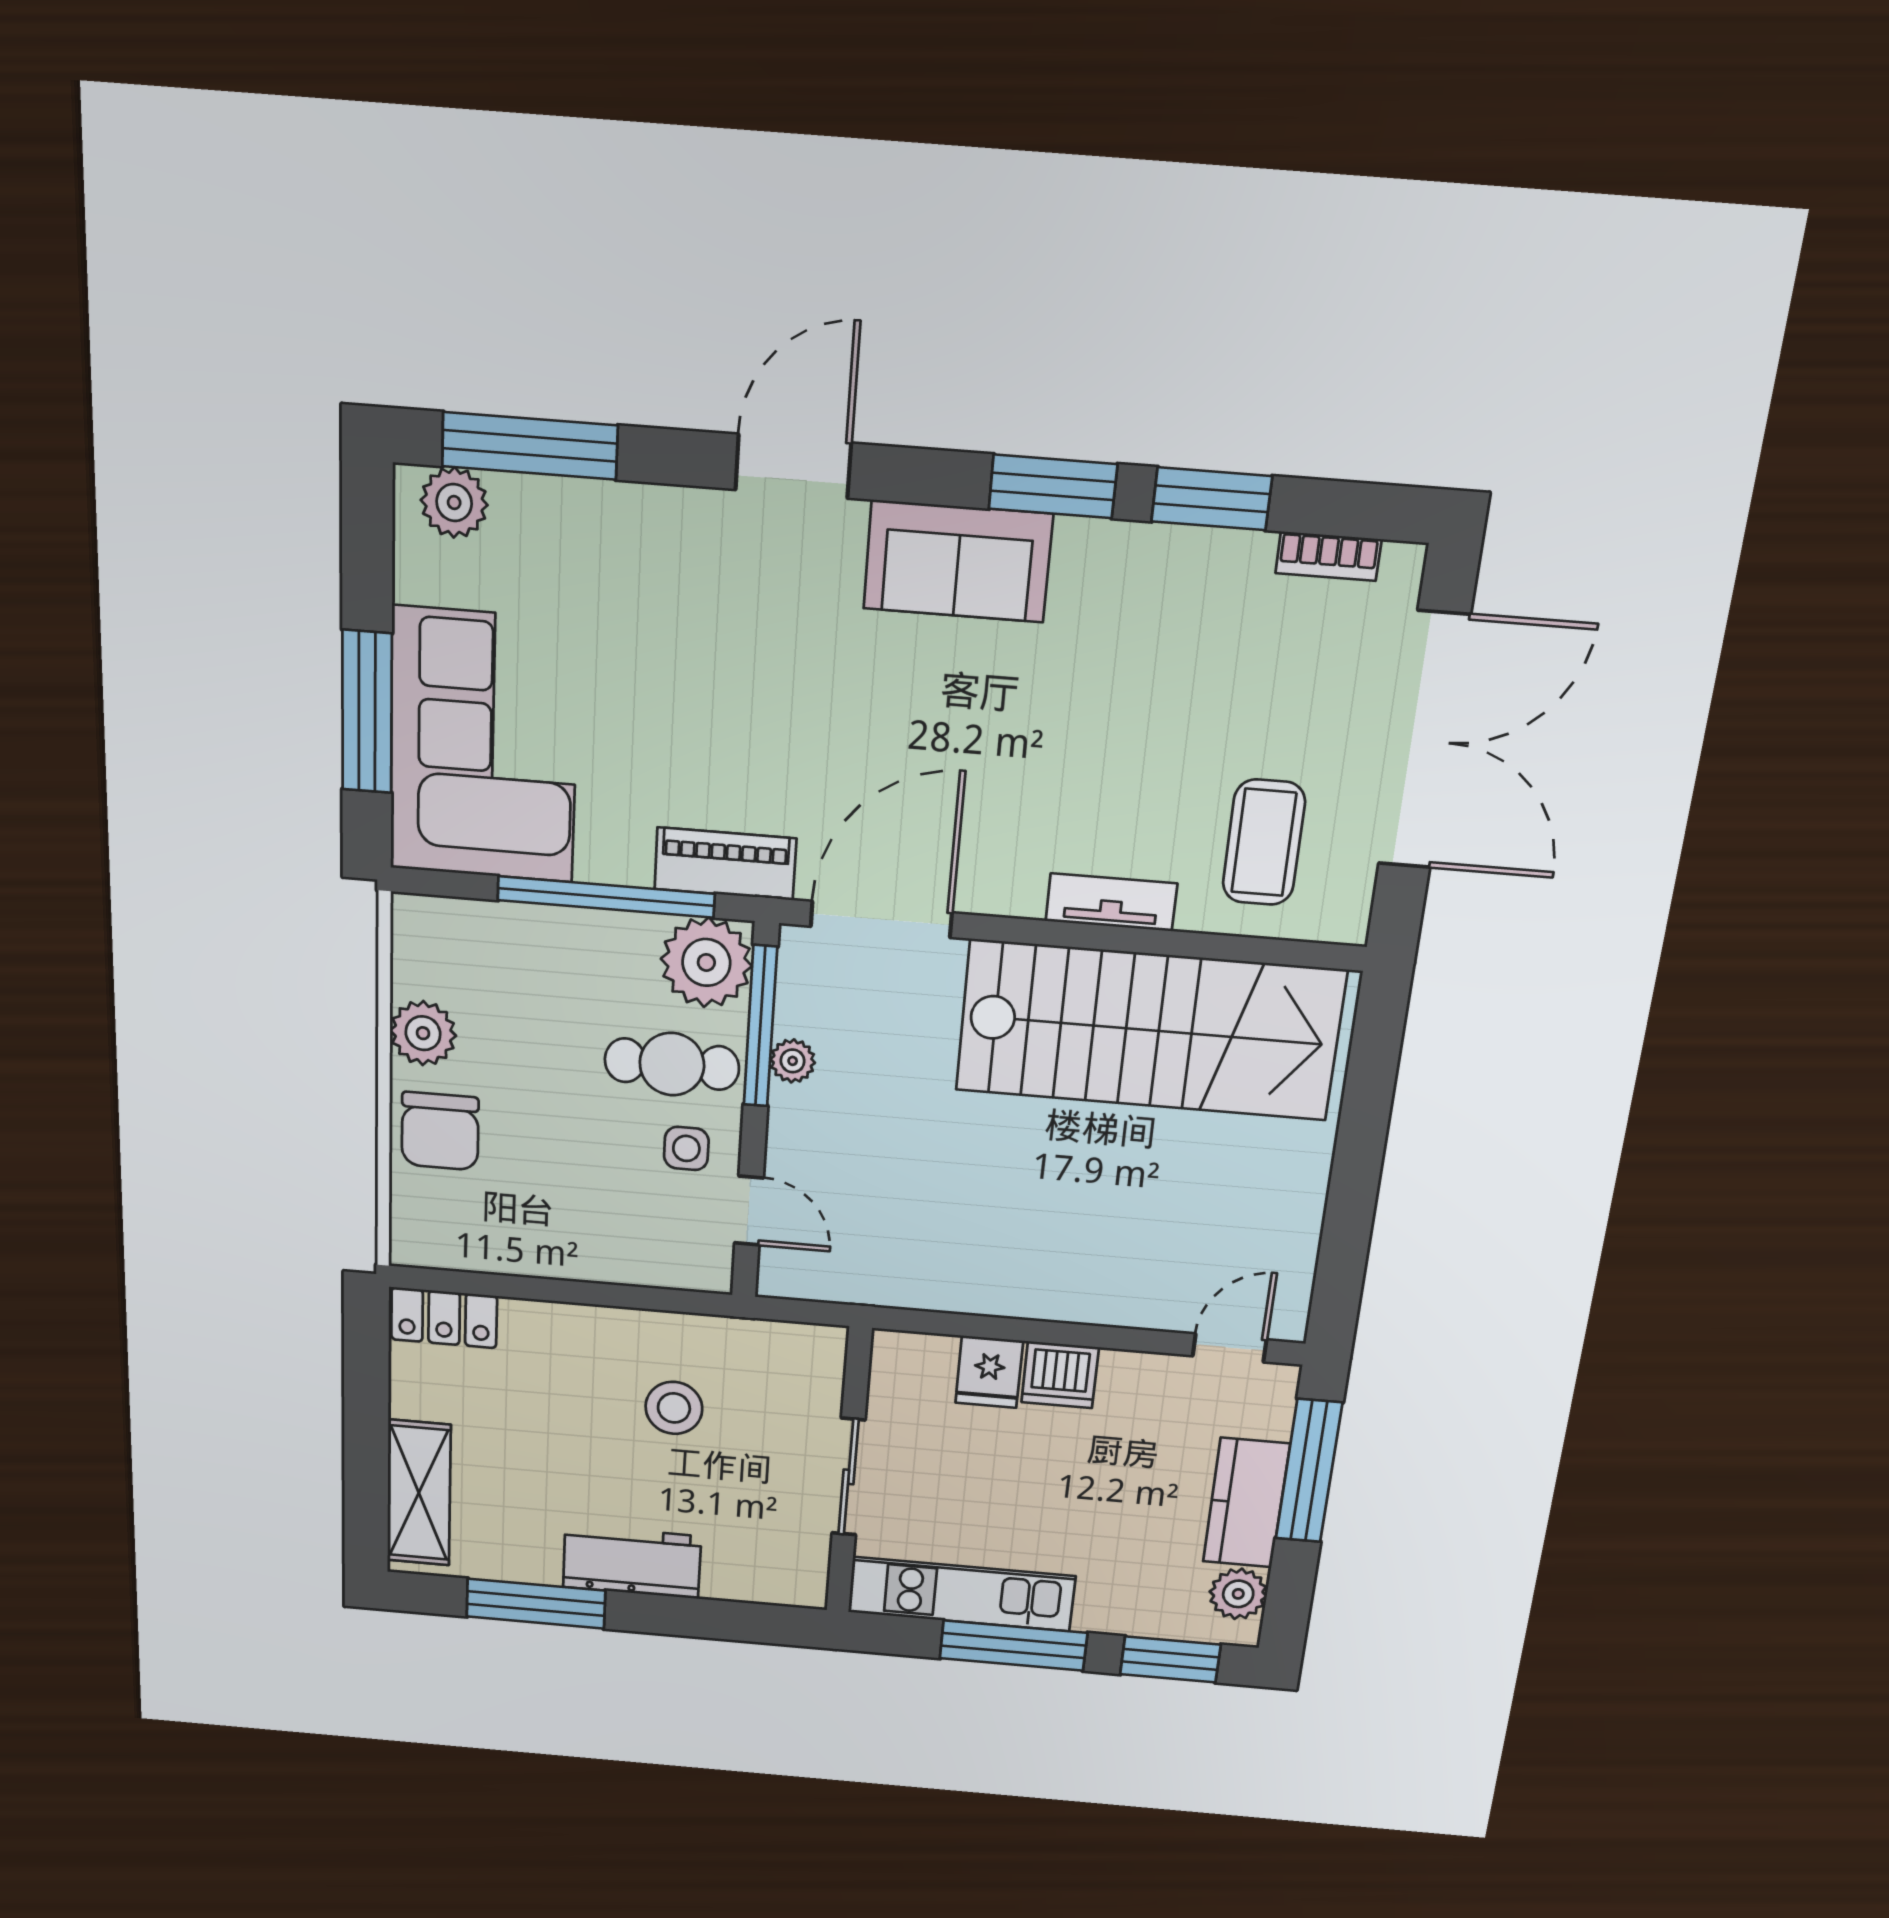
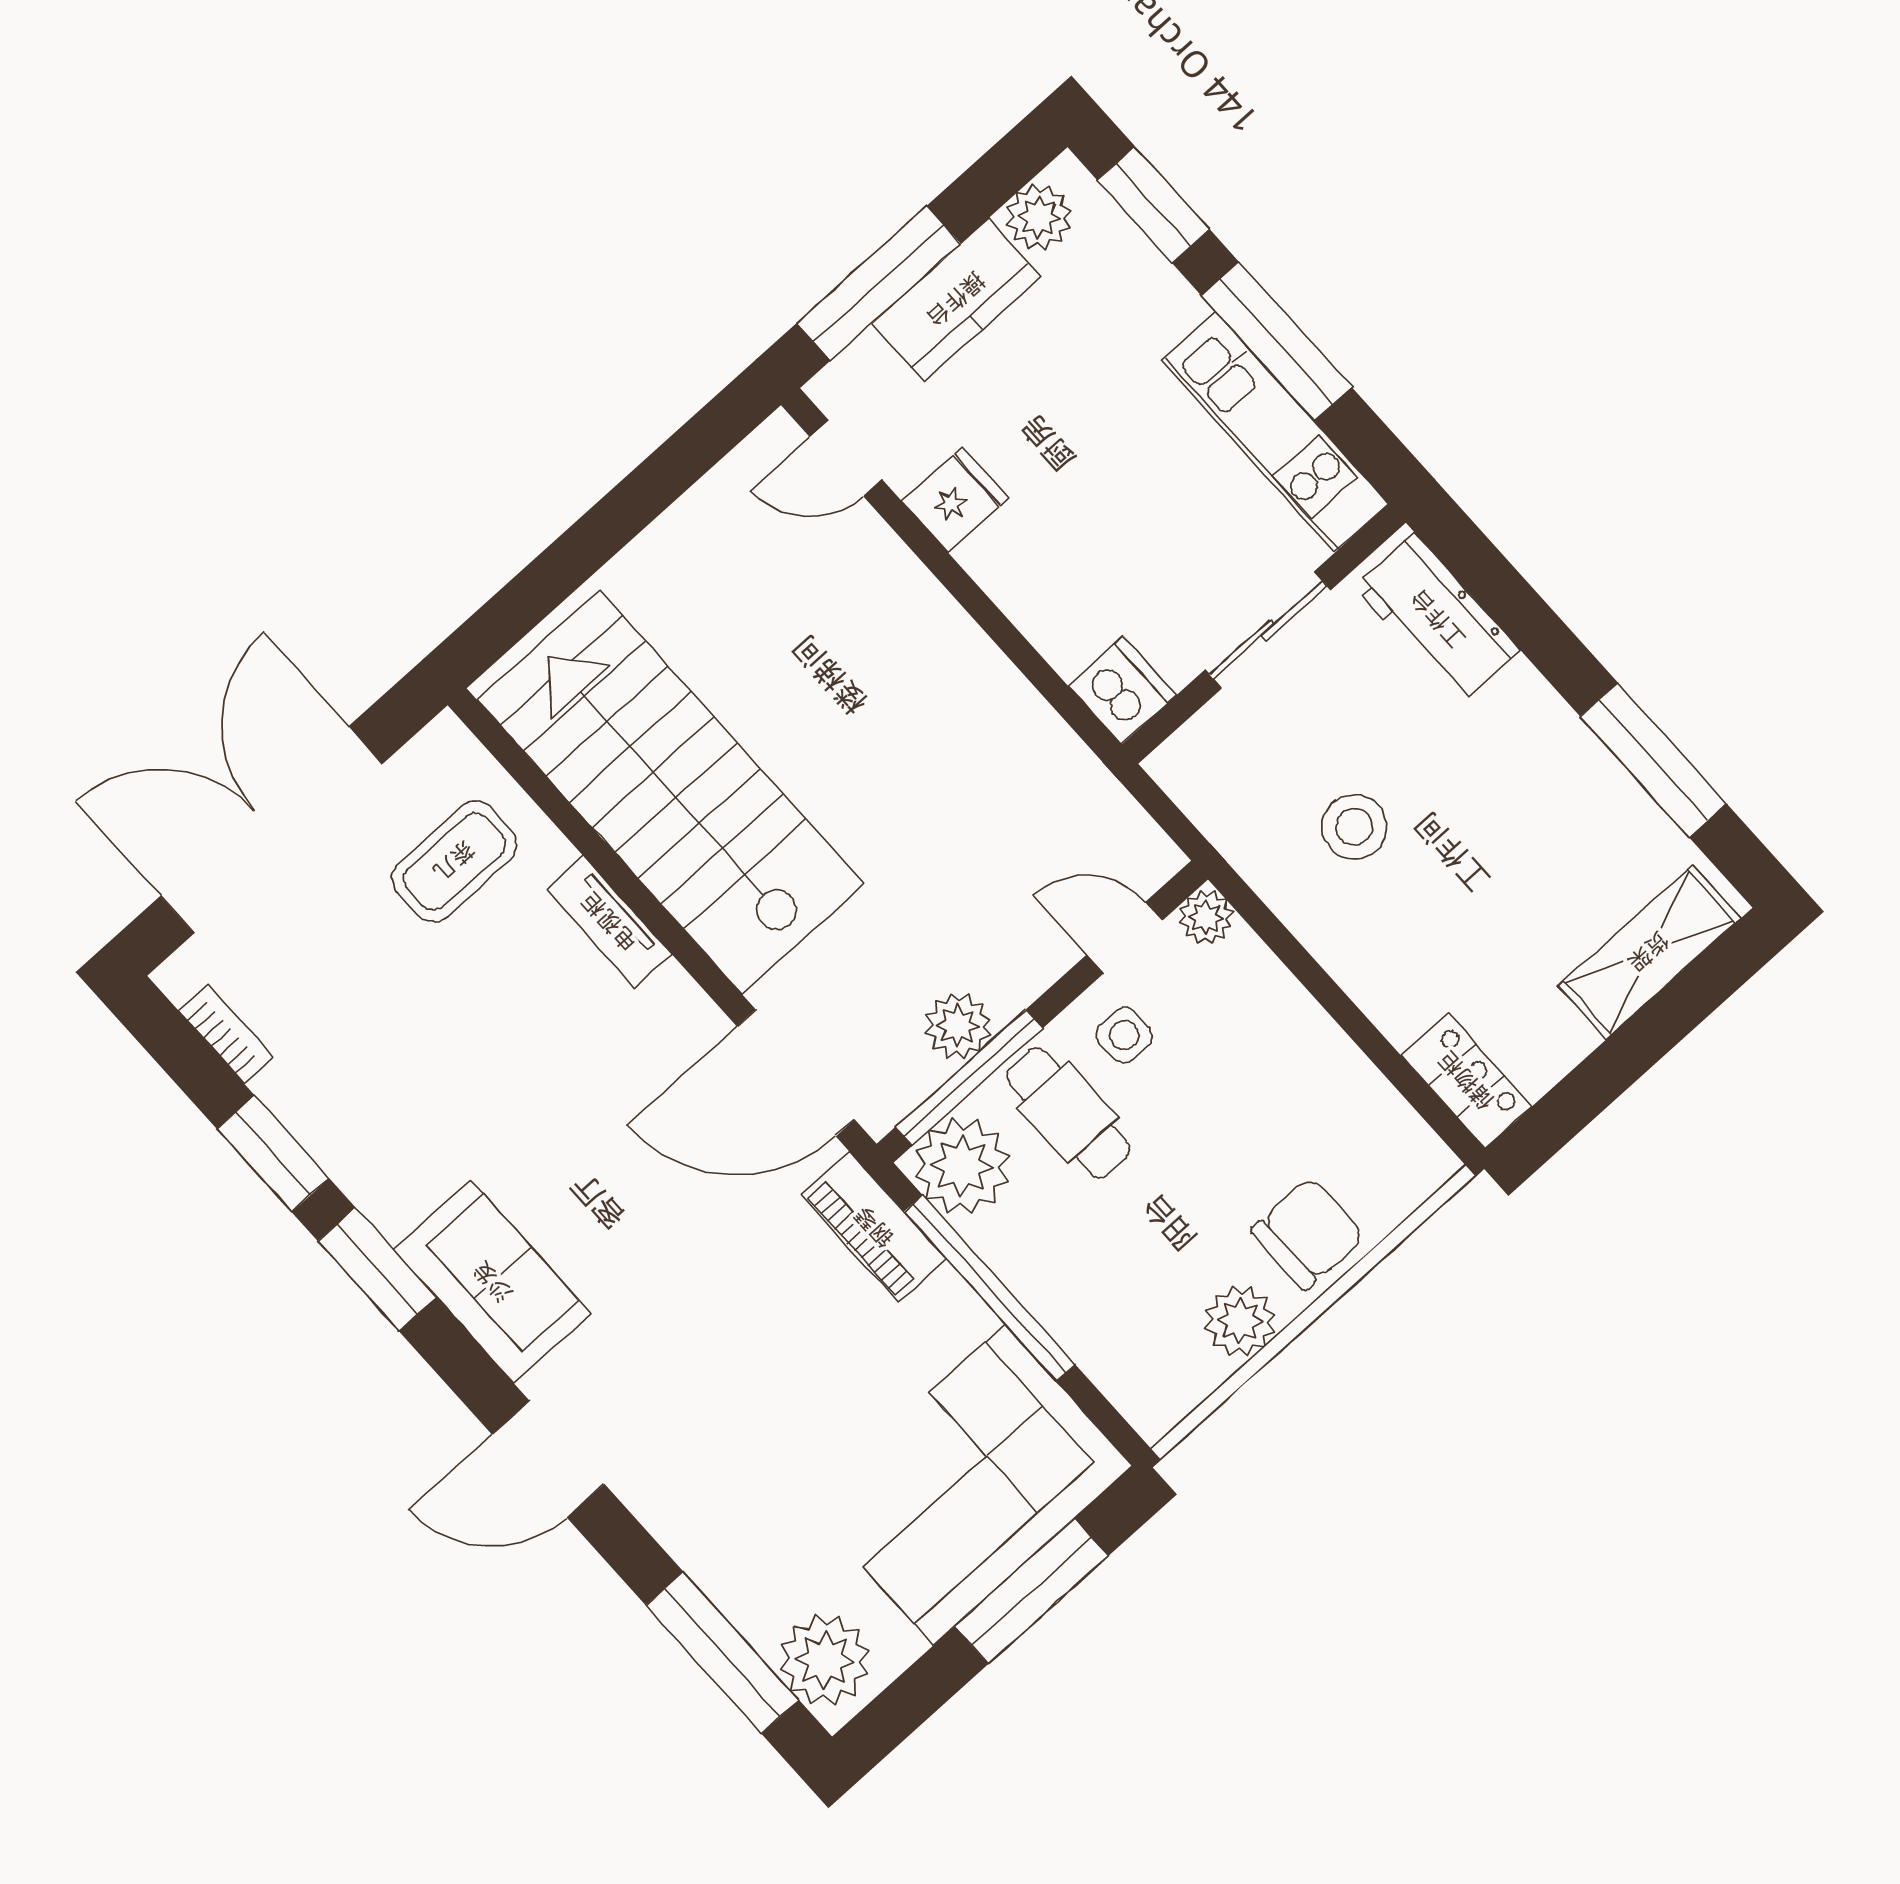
plant: (454, 503) -> (825, 1660), width x1.36, depth x1.36
plant: (793, 1061) -> (958, 1026), width x1.38, depth x1.38
door: (749, 1211) -> (1125, 938), hinge flipped
plant: (709, 1270) -> (1206, 917), added
fridge: (989, 1372) -> (955, 500), moved
dishwasher: (1060, 1375) -> (1122, 691), moved
workbench: (632, 1562) -> (1437, 619), moved

